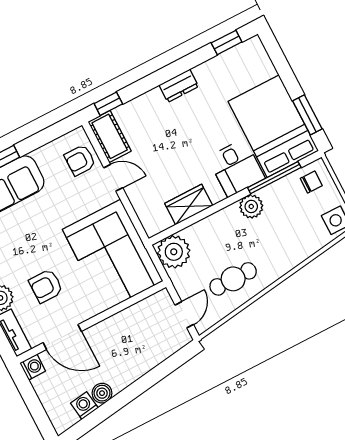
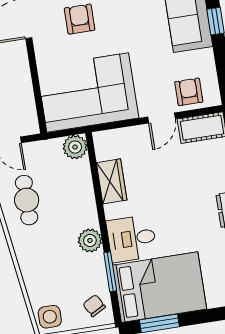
window: (274, 178) -> (110, 272), width x0.69
chair: (311, 182) -> (94, 306), turned 151
plant: (174, 252) -> (75, 147), width x0.73, depth x0.73

